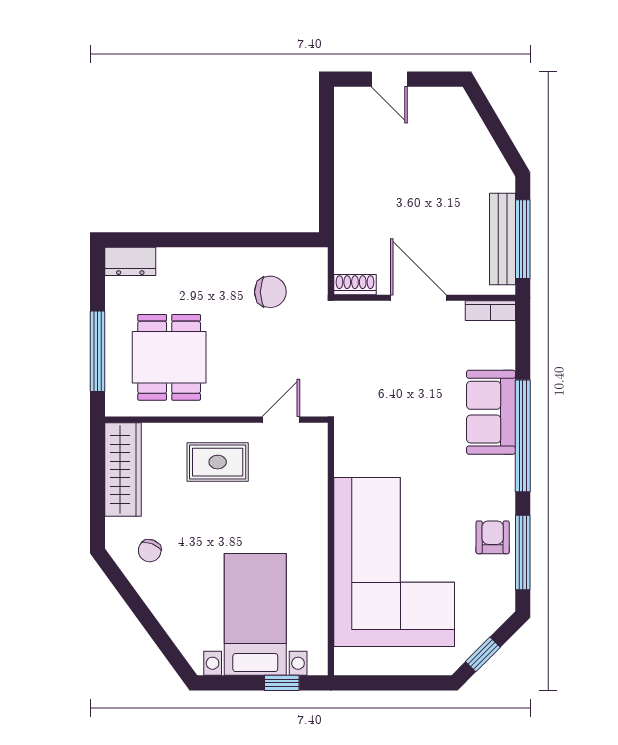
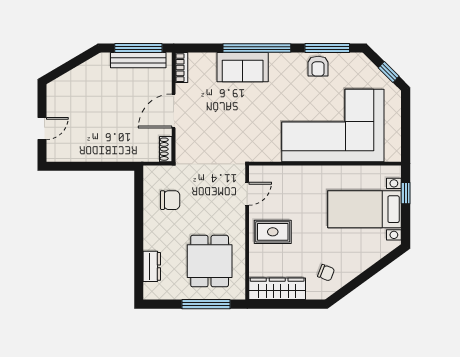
dresser: (130, 261) -> (152, 266), moved
chair: (270, 292) -> (170, 200), turned 90
dining table: (169, 357) -> (210, 261), turned 90
door: (281, 420) -> (247, 194), swing flipped
rug: (218, 462) -> (273, 232), turned 90
armchair: (493, 537) -> (318, 66), turned -90

